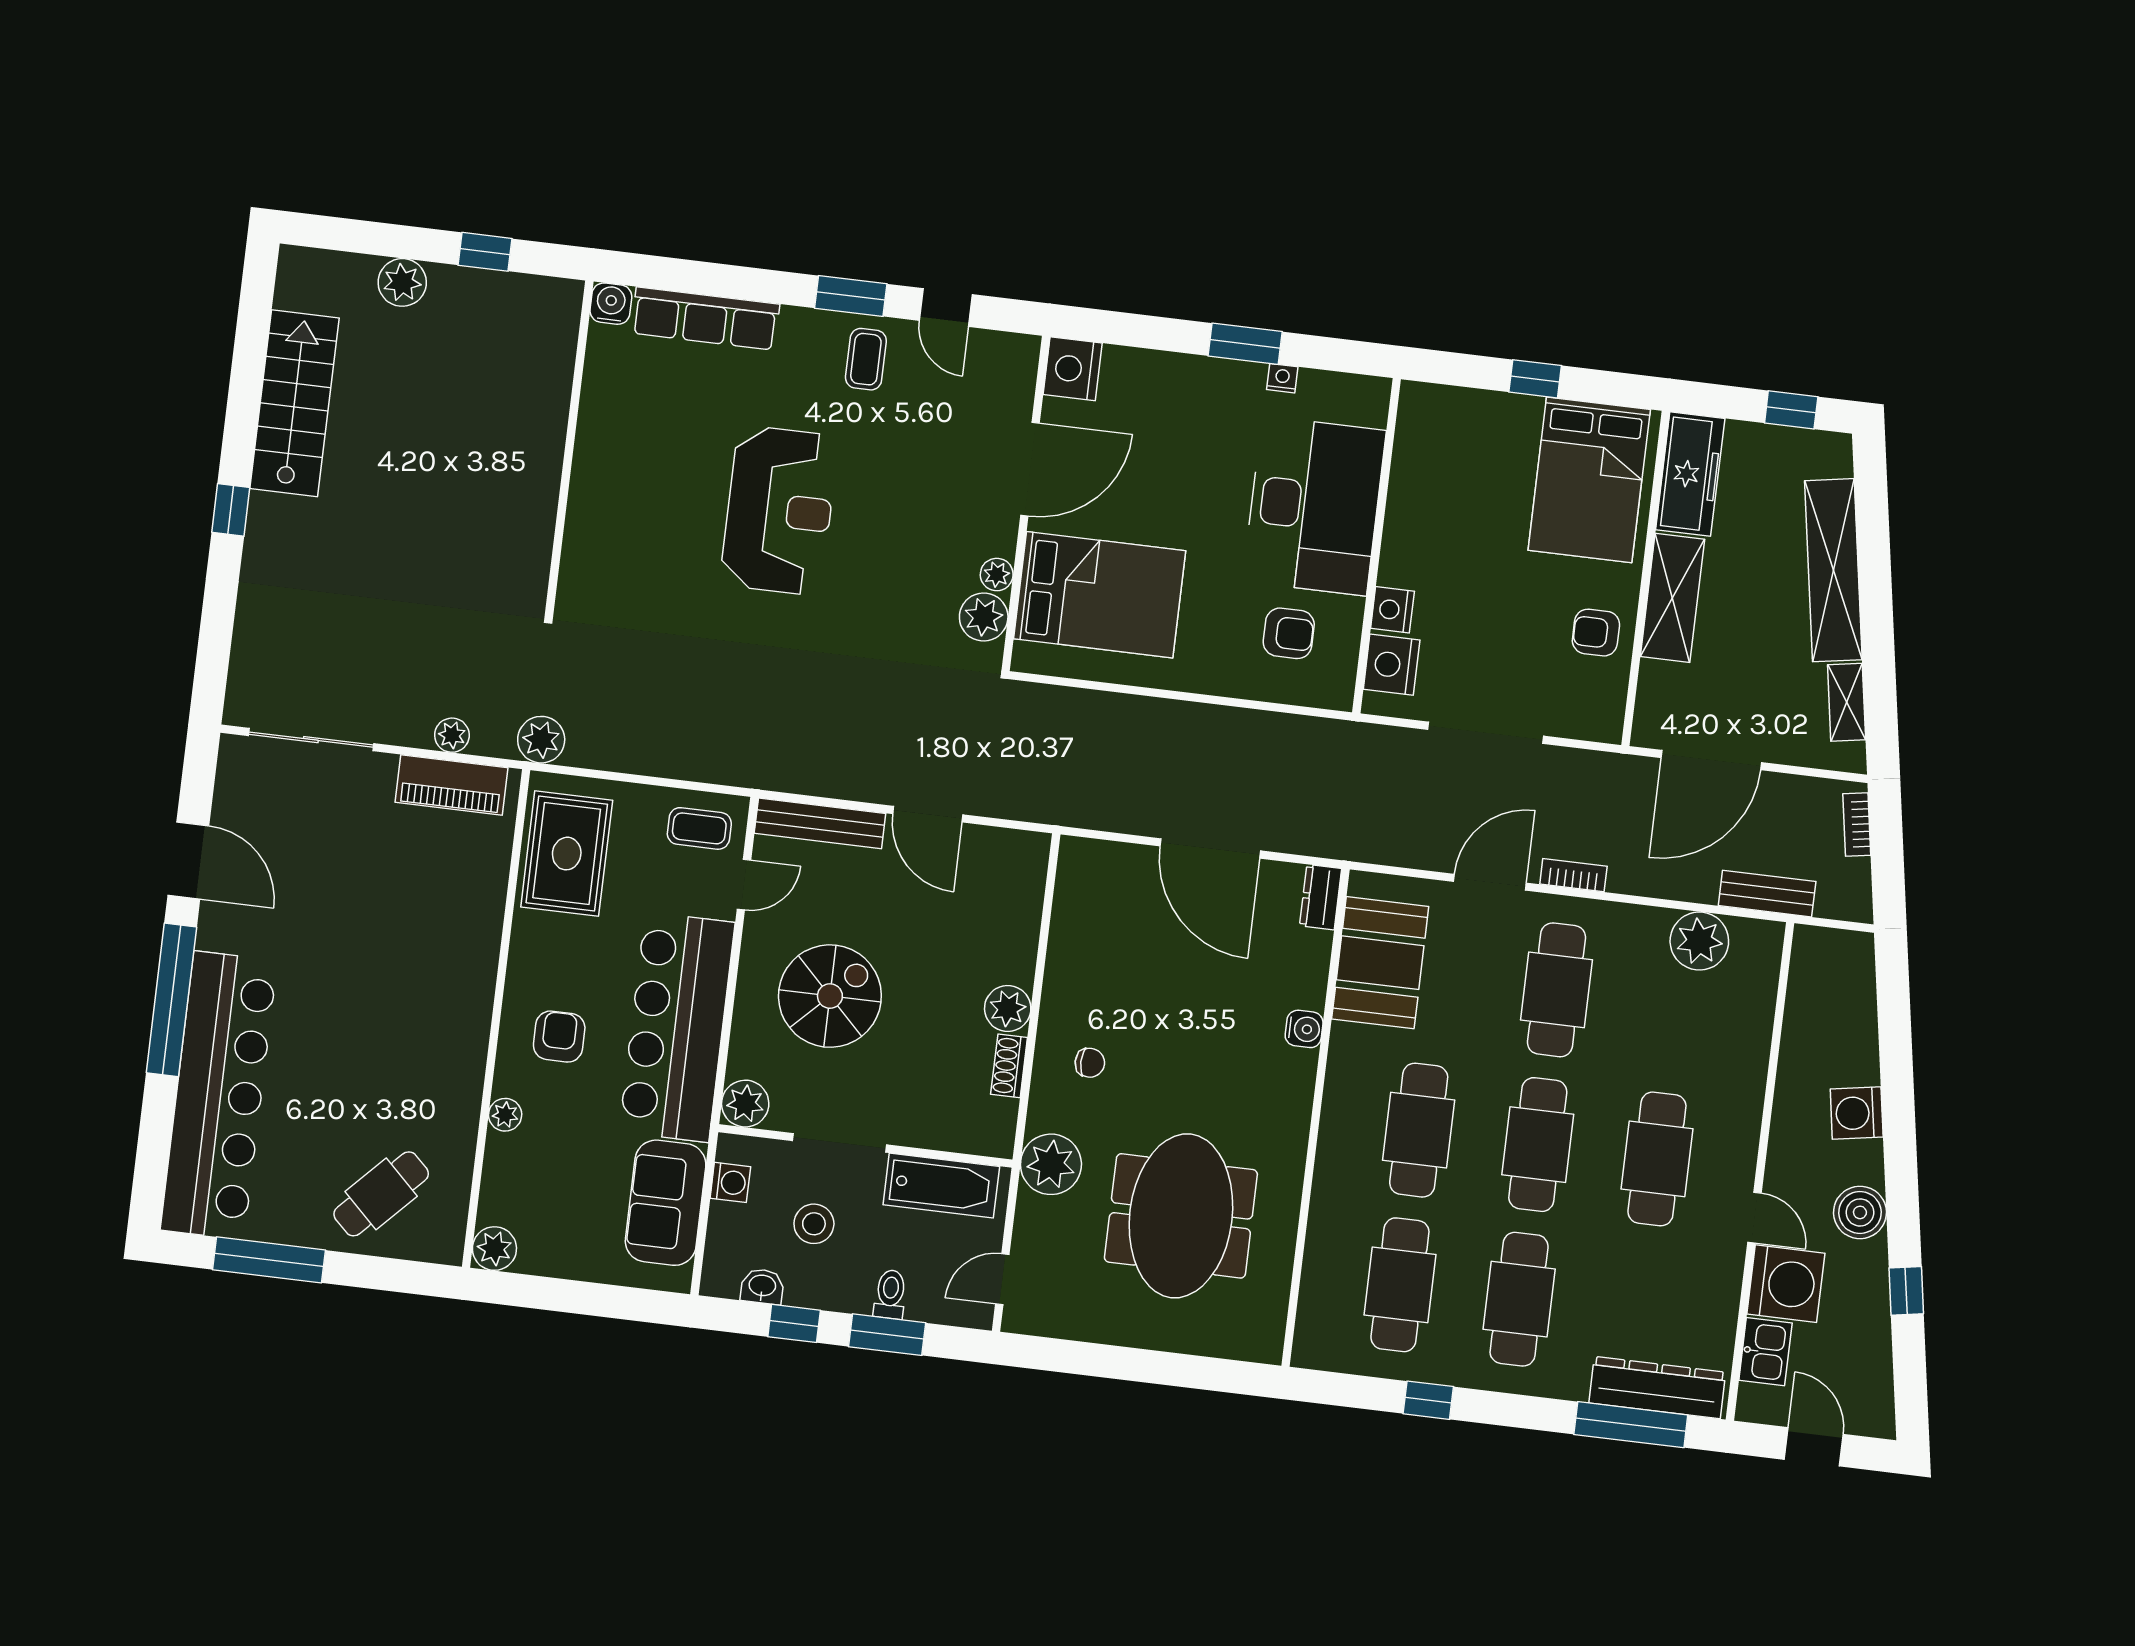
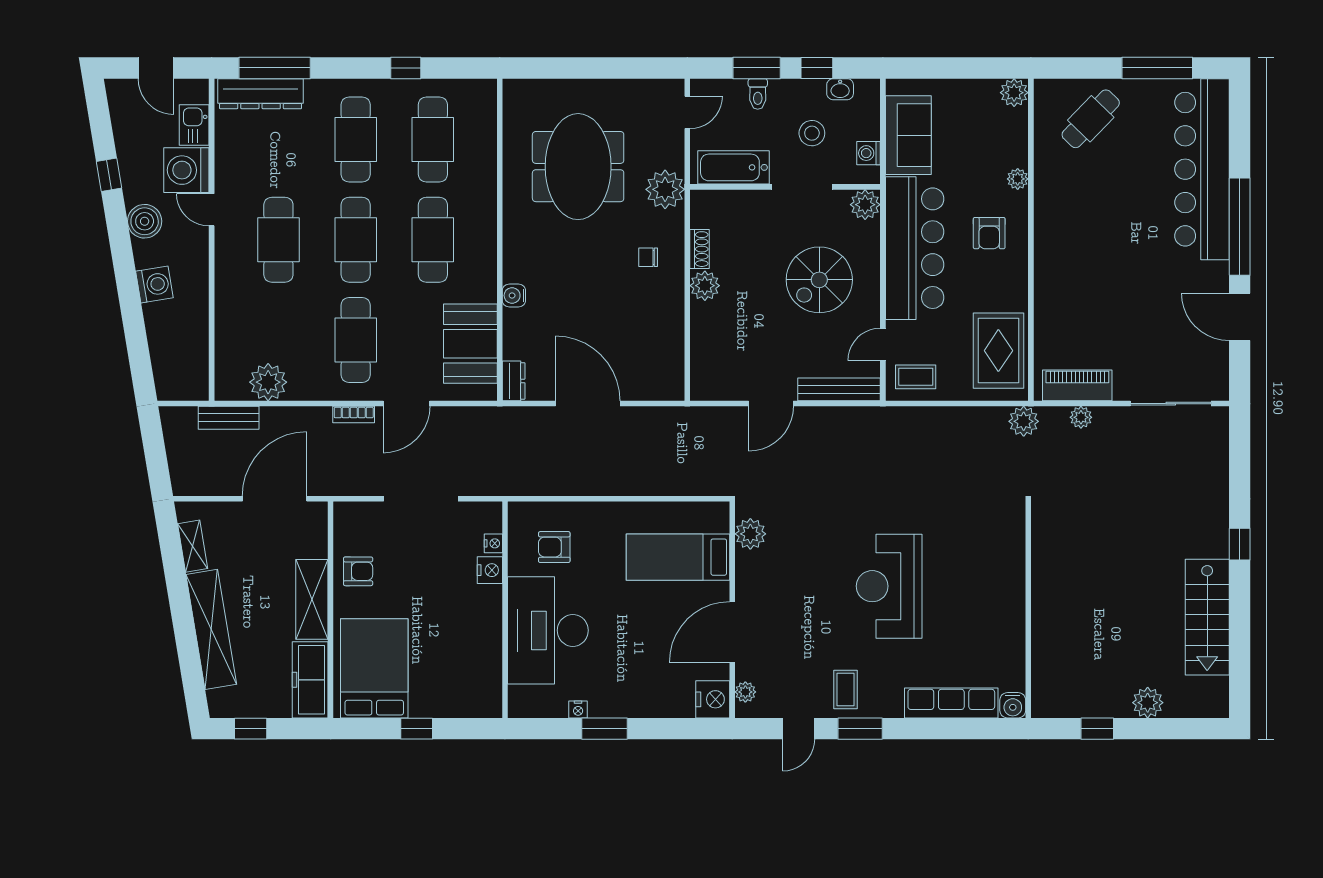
door: (946, 308) -> (799, 729), swing flipped
plant: (997, 575) -> (745, 692), moved
bed: (1100, 595) -> (678, 557), width x0.67
nightstand: (1392, 665) -> (493, 543), width x0.53, depth x0.56
door: (928, 814) -> (771, 404), swing flipped
bookcase: (1857, 824) -> (177, 469), removed

